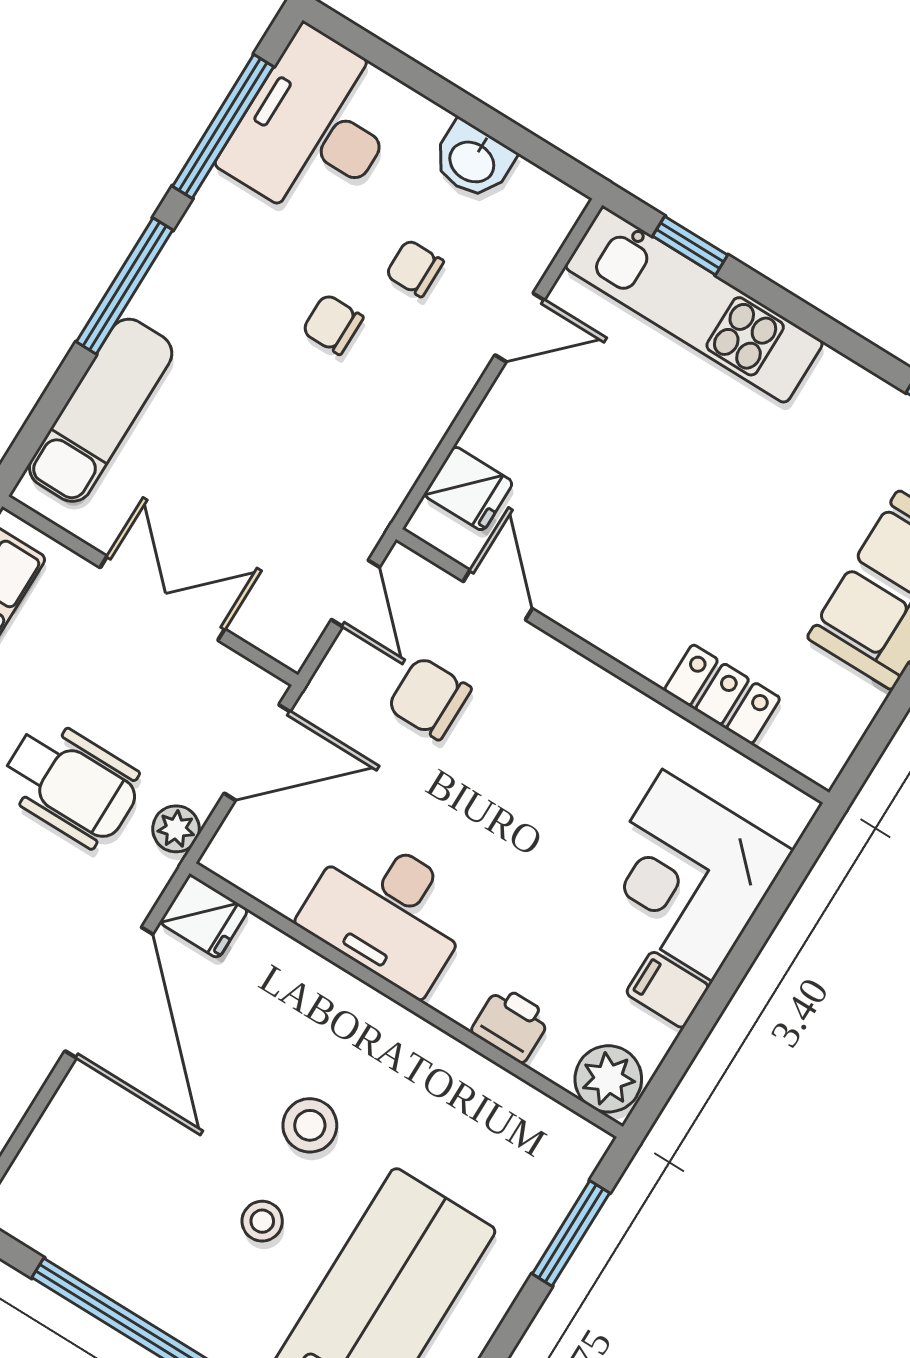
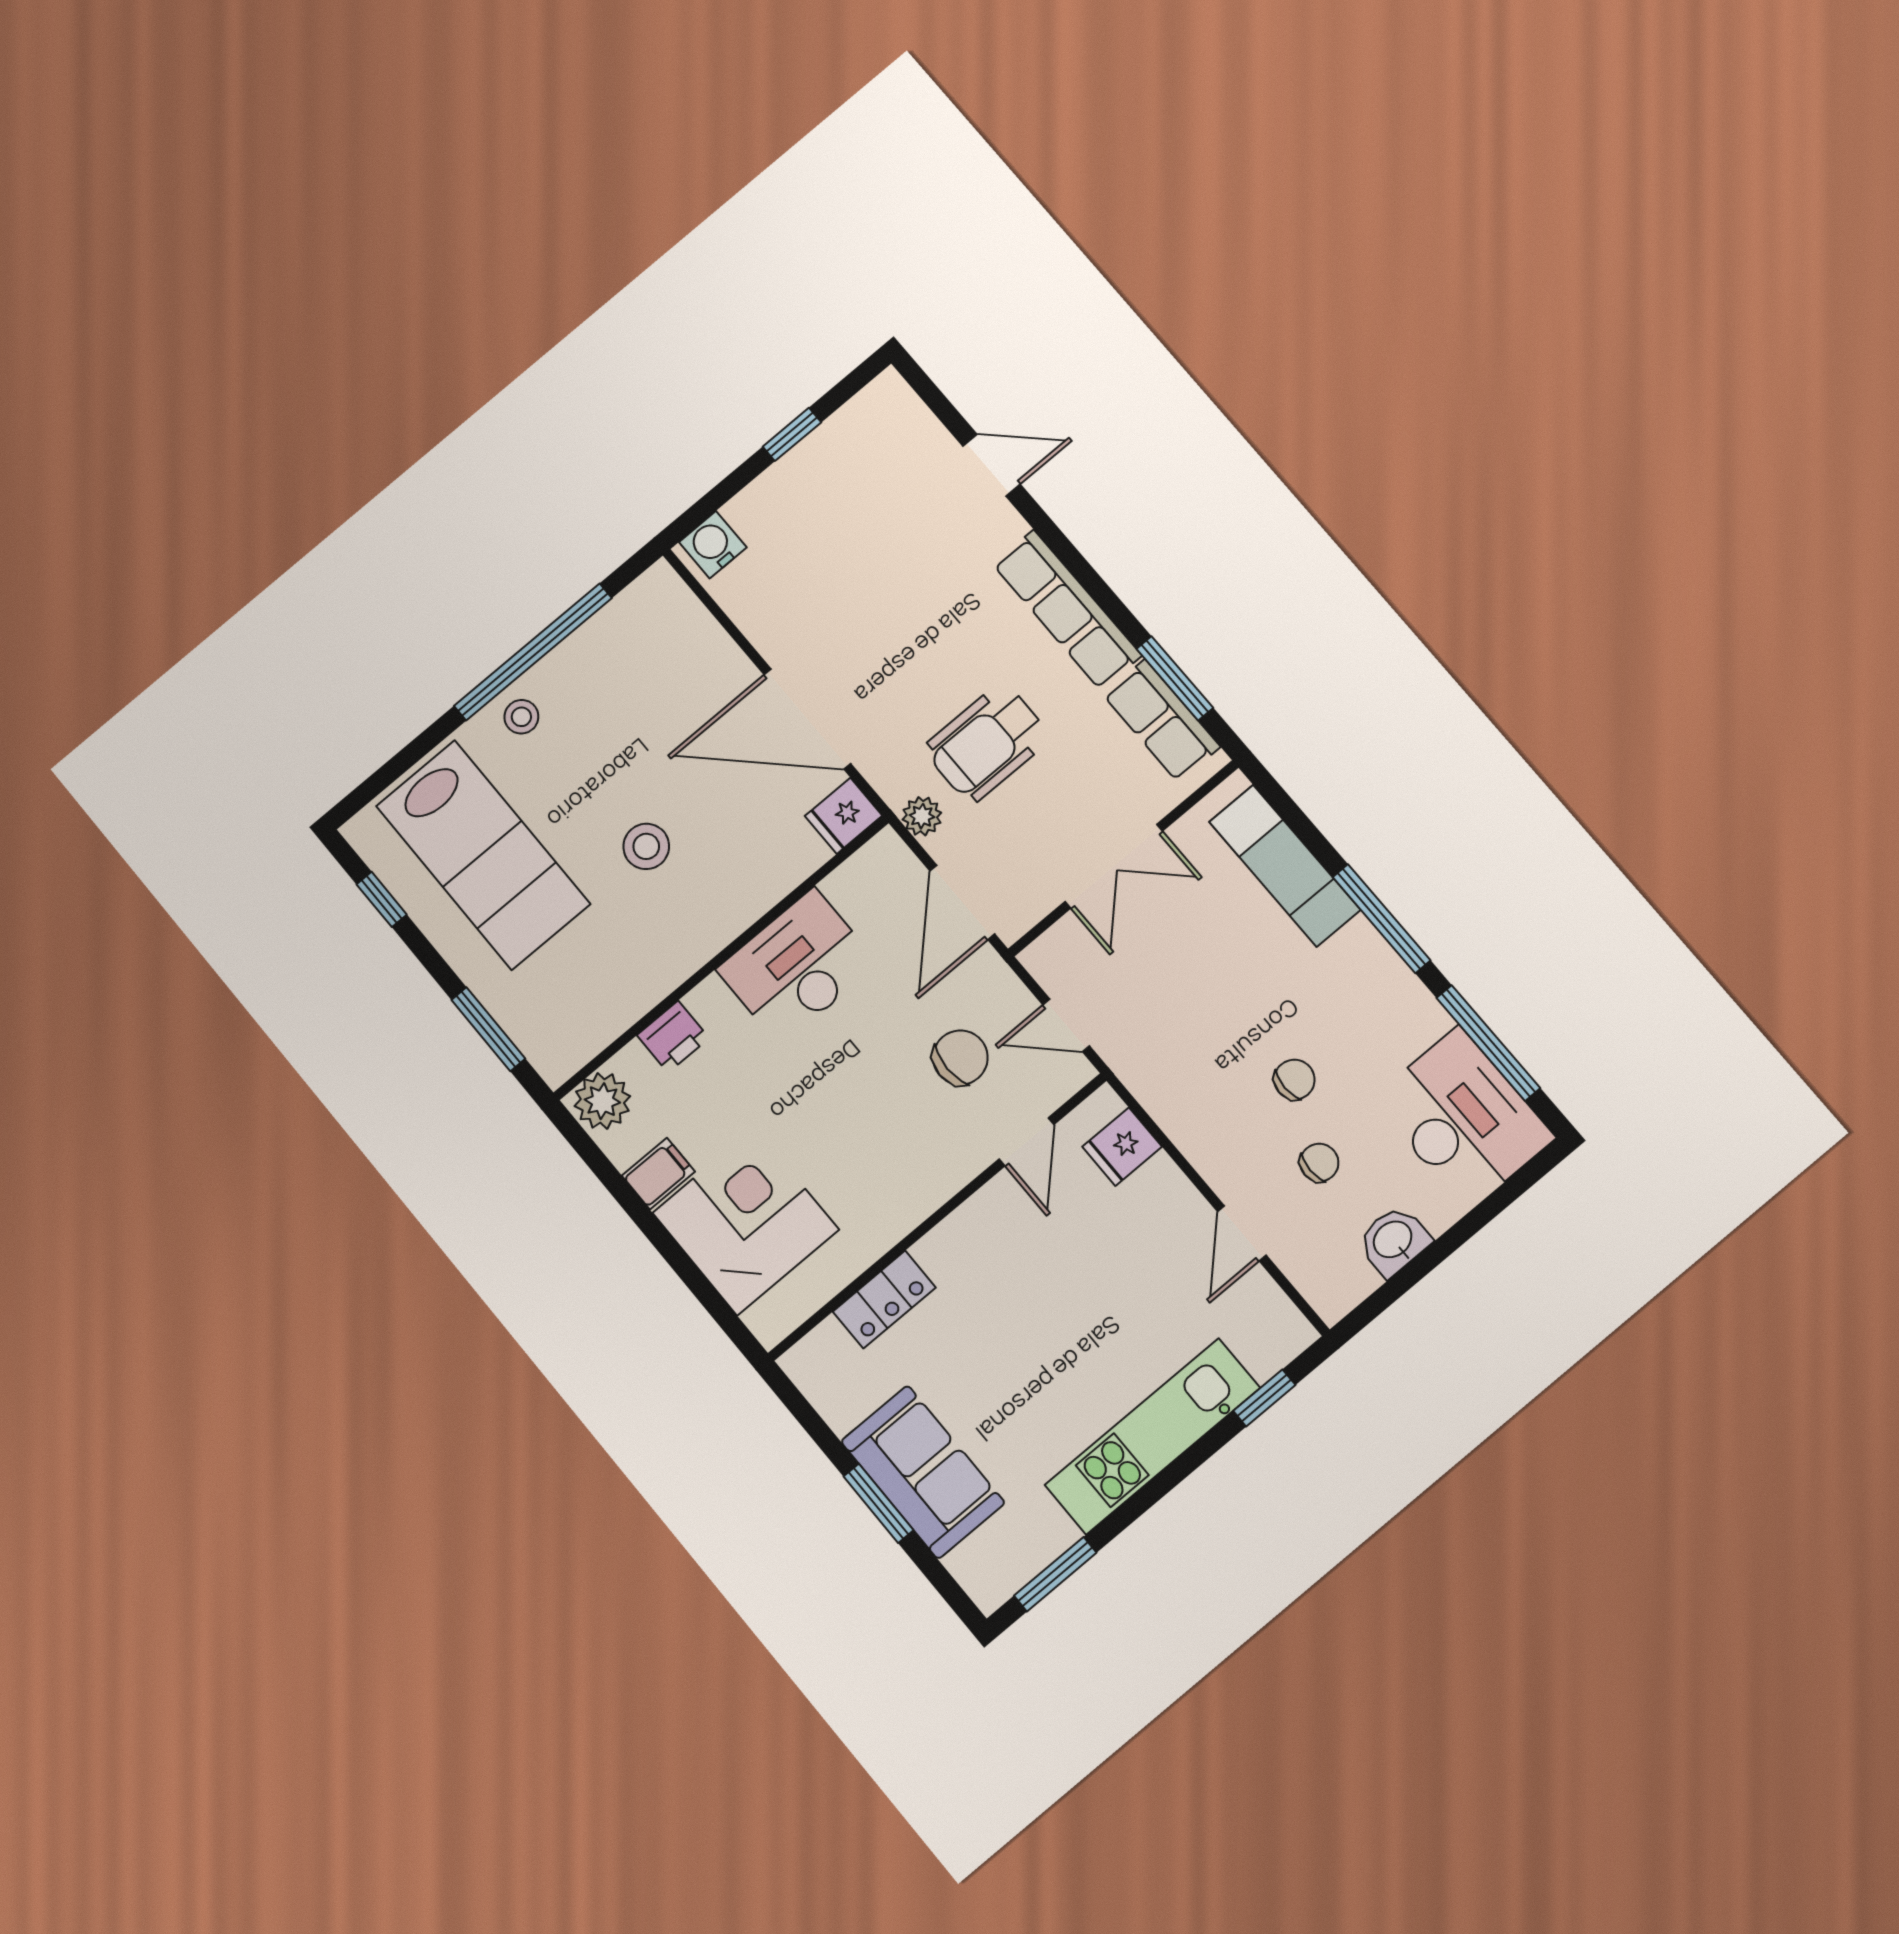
kitchen unit: (694, 305) -> (1152, 1436), moved
door: (498, 595) -> (1026, 1142), hinge flipped
stool: (262, 1221) -> (521, 717), moved

